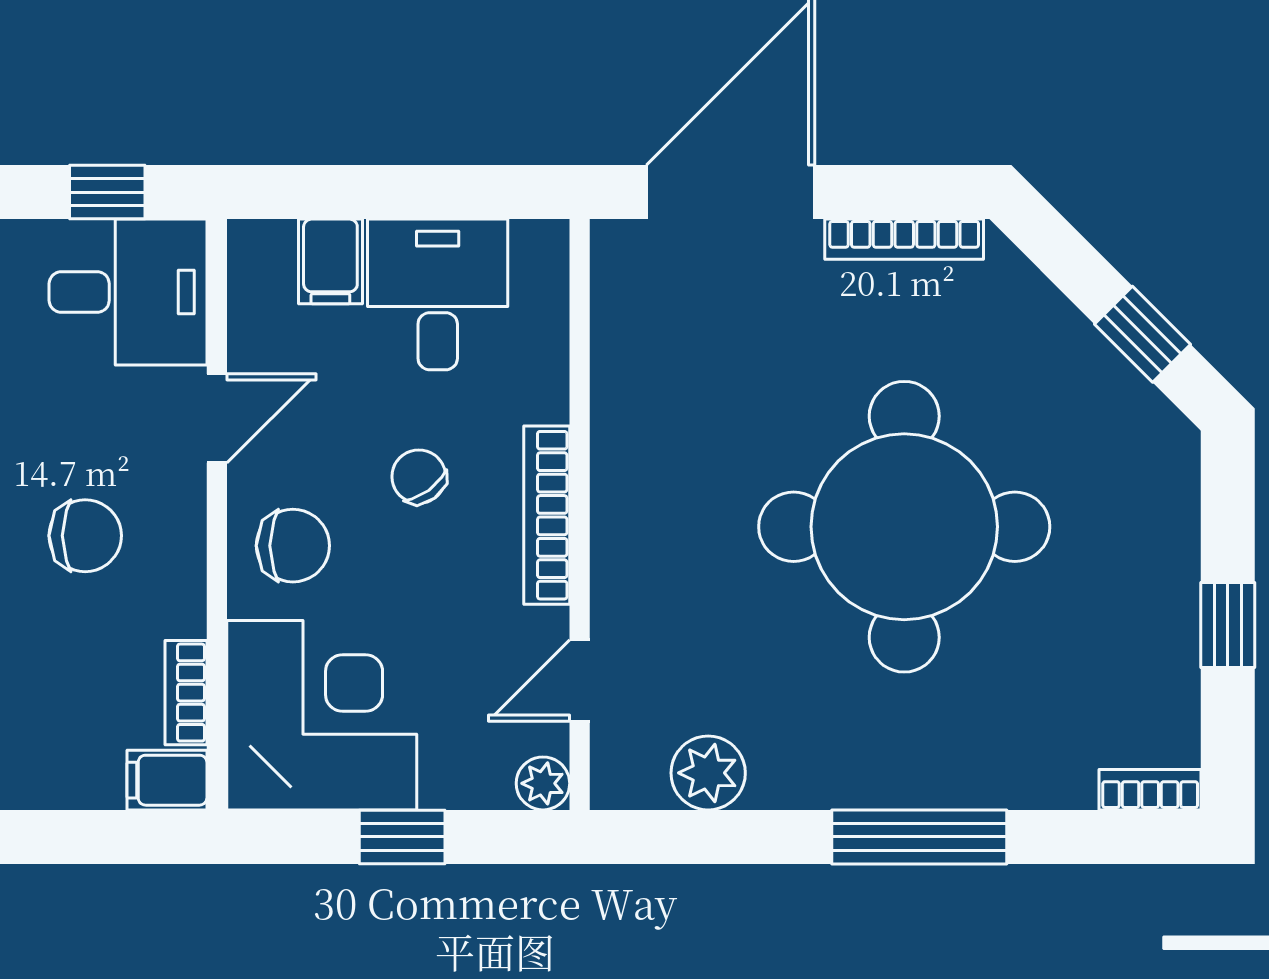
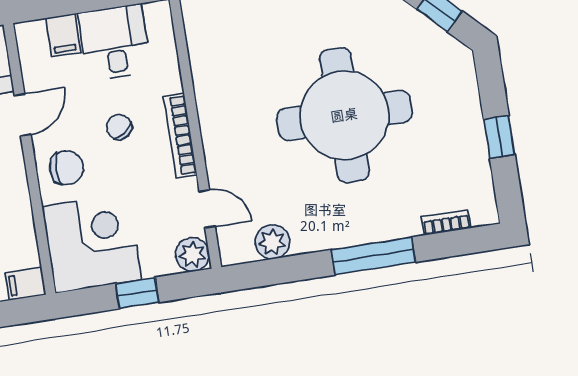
door: (580, 681) -> (207, 209), swing flipped
bookcase: (186, 693) -> (28, 242), removed
plant: (543, 783) -> (192, 255), width x1.38, depth x1.38
bookcase: (1150, 790) -> (446, 222), moved

